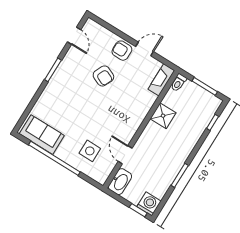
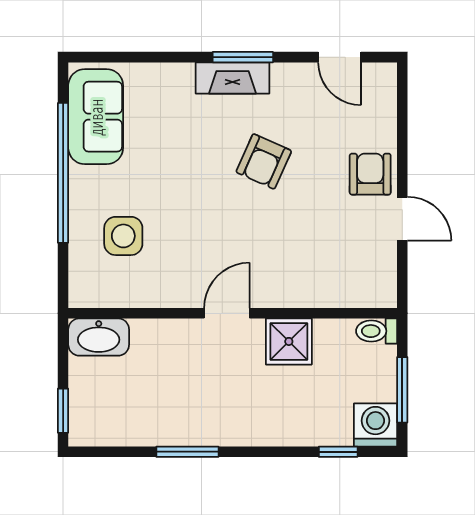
door: (74, 36) -> (340, 57), hinge flipped
armchair: (103, 76) -> (264, 161), moved
fireplace: (161, 80) -> (233, 78), moved, turned 180
door: (125, 155) -> (227, 313), moved
washing machine: (149, 204) -> (375, 425), moved, turned -90

